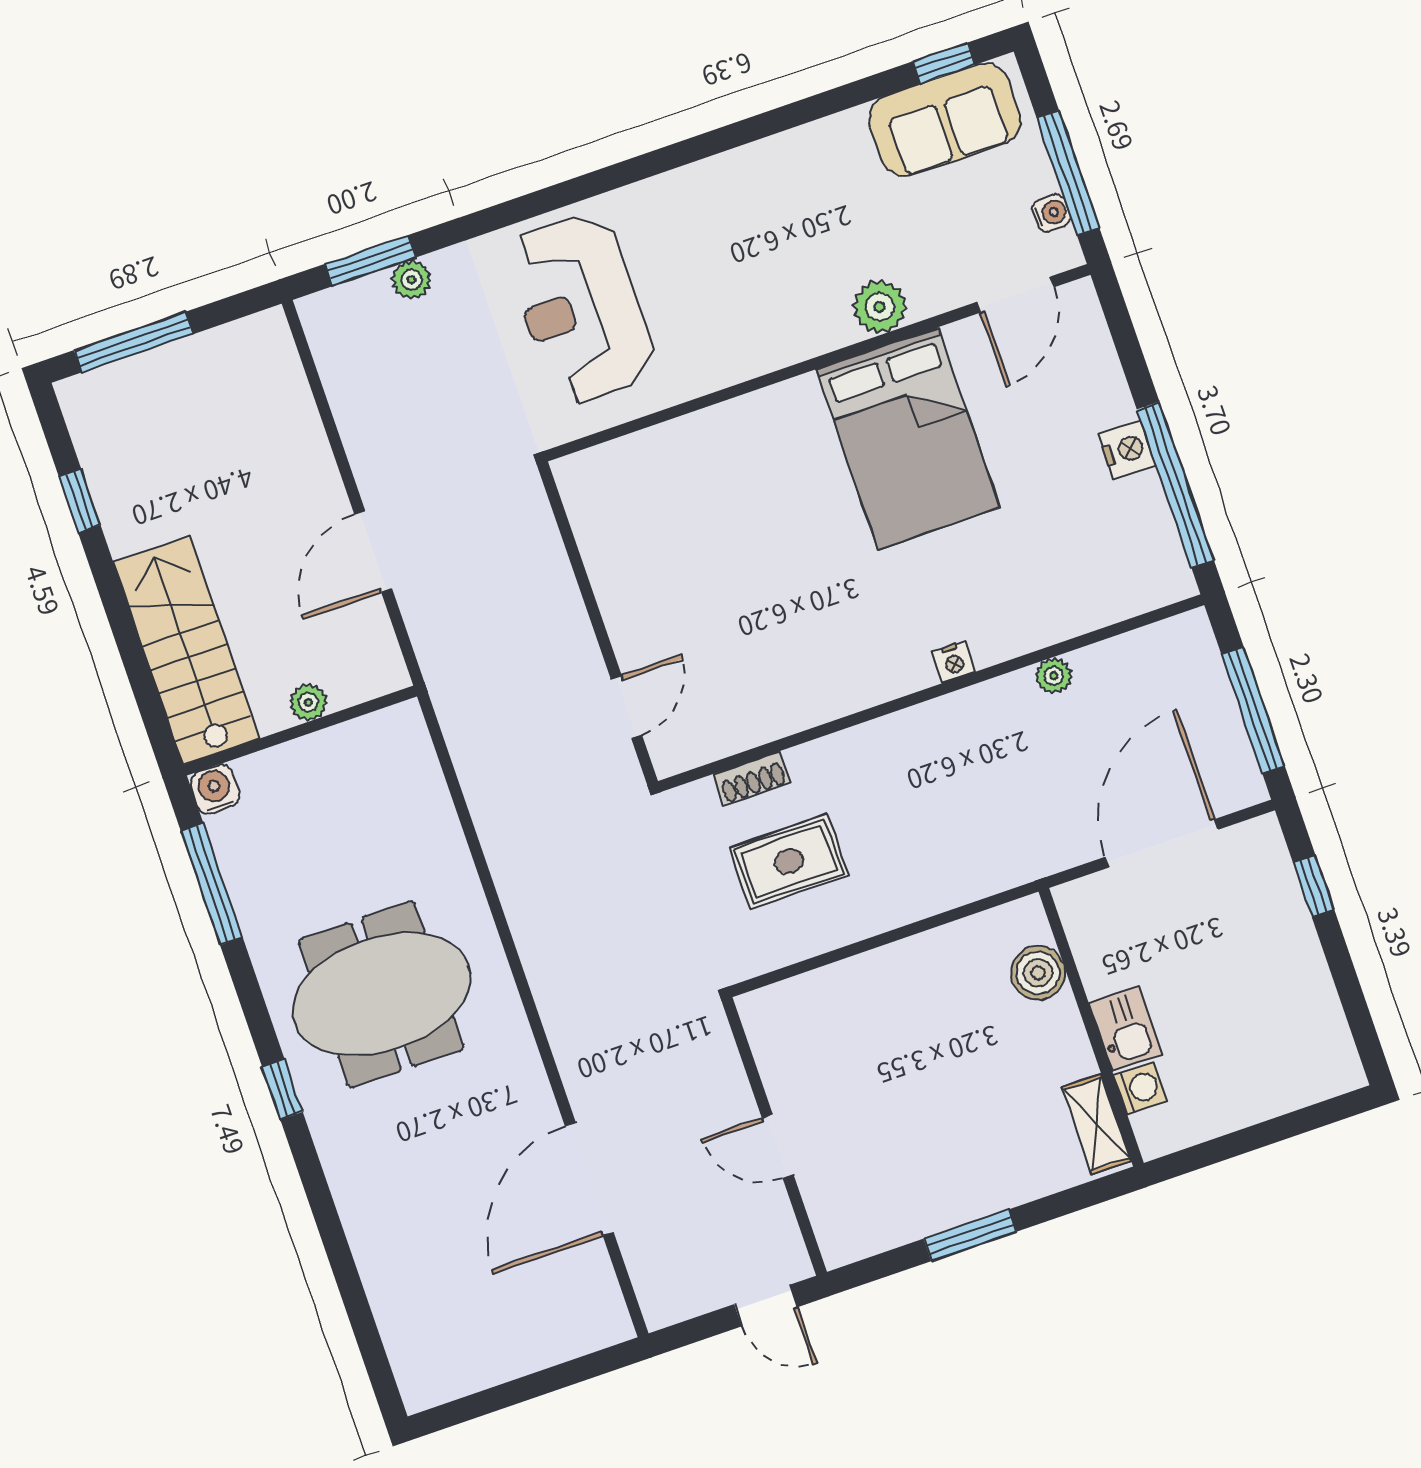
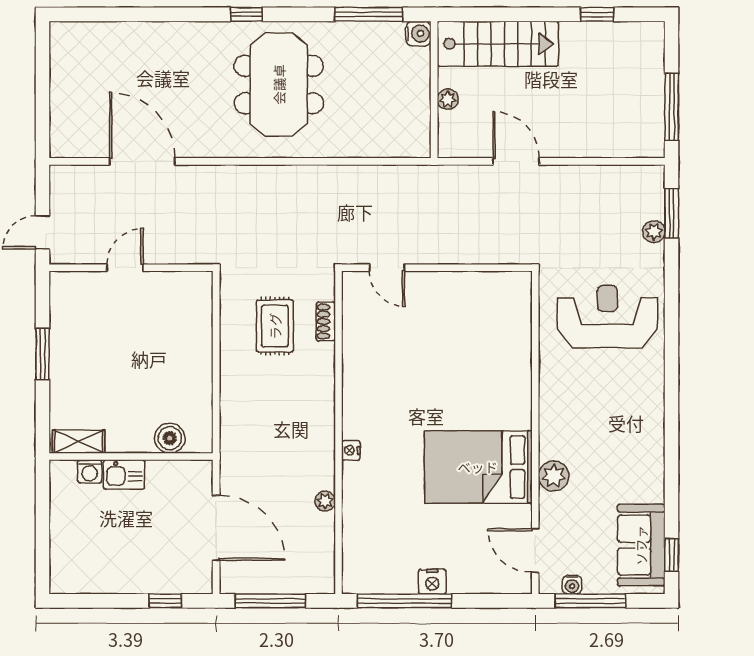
window: (134, 342) -> (672, 107), moved

